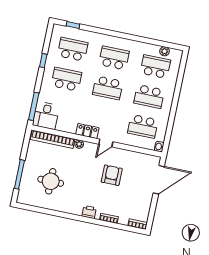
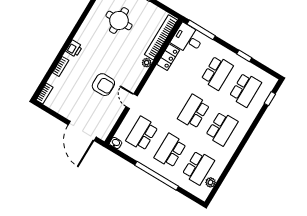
window: (175, 101) -> (157, 176), added
locker: (87, 131) -> (168, 57), moved
door: (106, 143) -> (132, 101), moved

